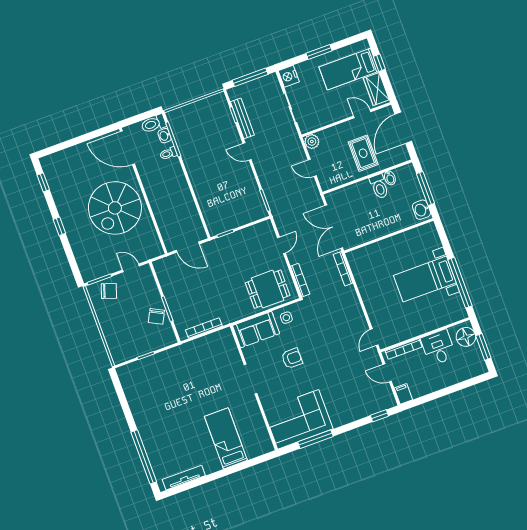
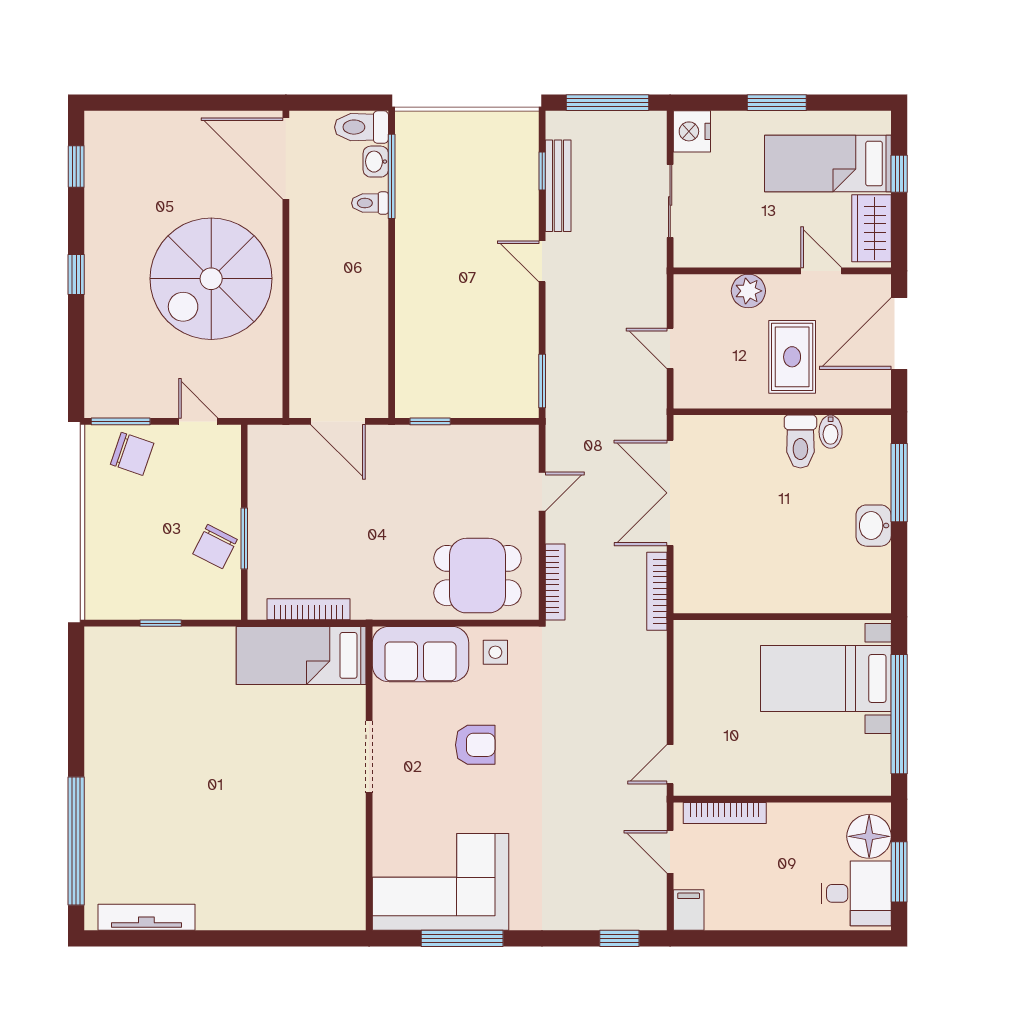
plant: (312, 142) -> (748, 291), moved
wall: (389, 236) -> (782, 617), moved
desk: (438, 347) -> (856, 893), moved, turned 90
bed: (226, 438) -> (301, 655), moved, turned -90

